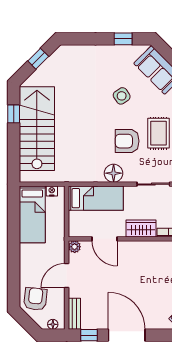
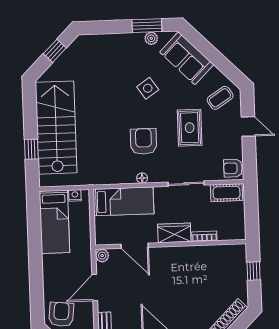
window: (123, 39) -> (147, 26), width x1.50
plant: (127, 51) -> (151, 38), added
window: (14, 114) -> (31, 149), moved
armchair: (127, 141) -> (143, 141), moved, turned 90
floor lamp: (114, 173) -> (142, 178), width x0.53, depth x0.53

